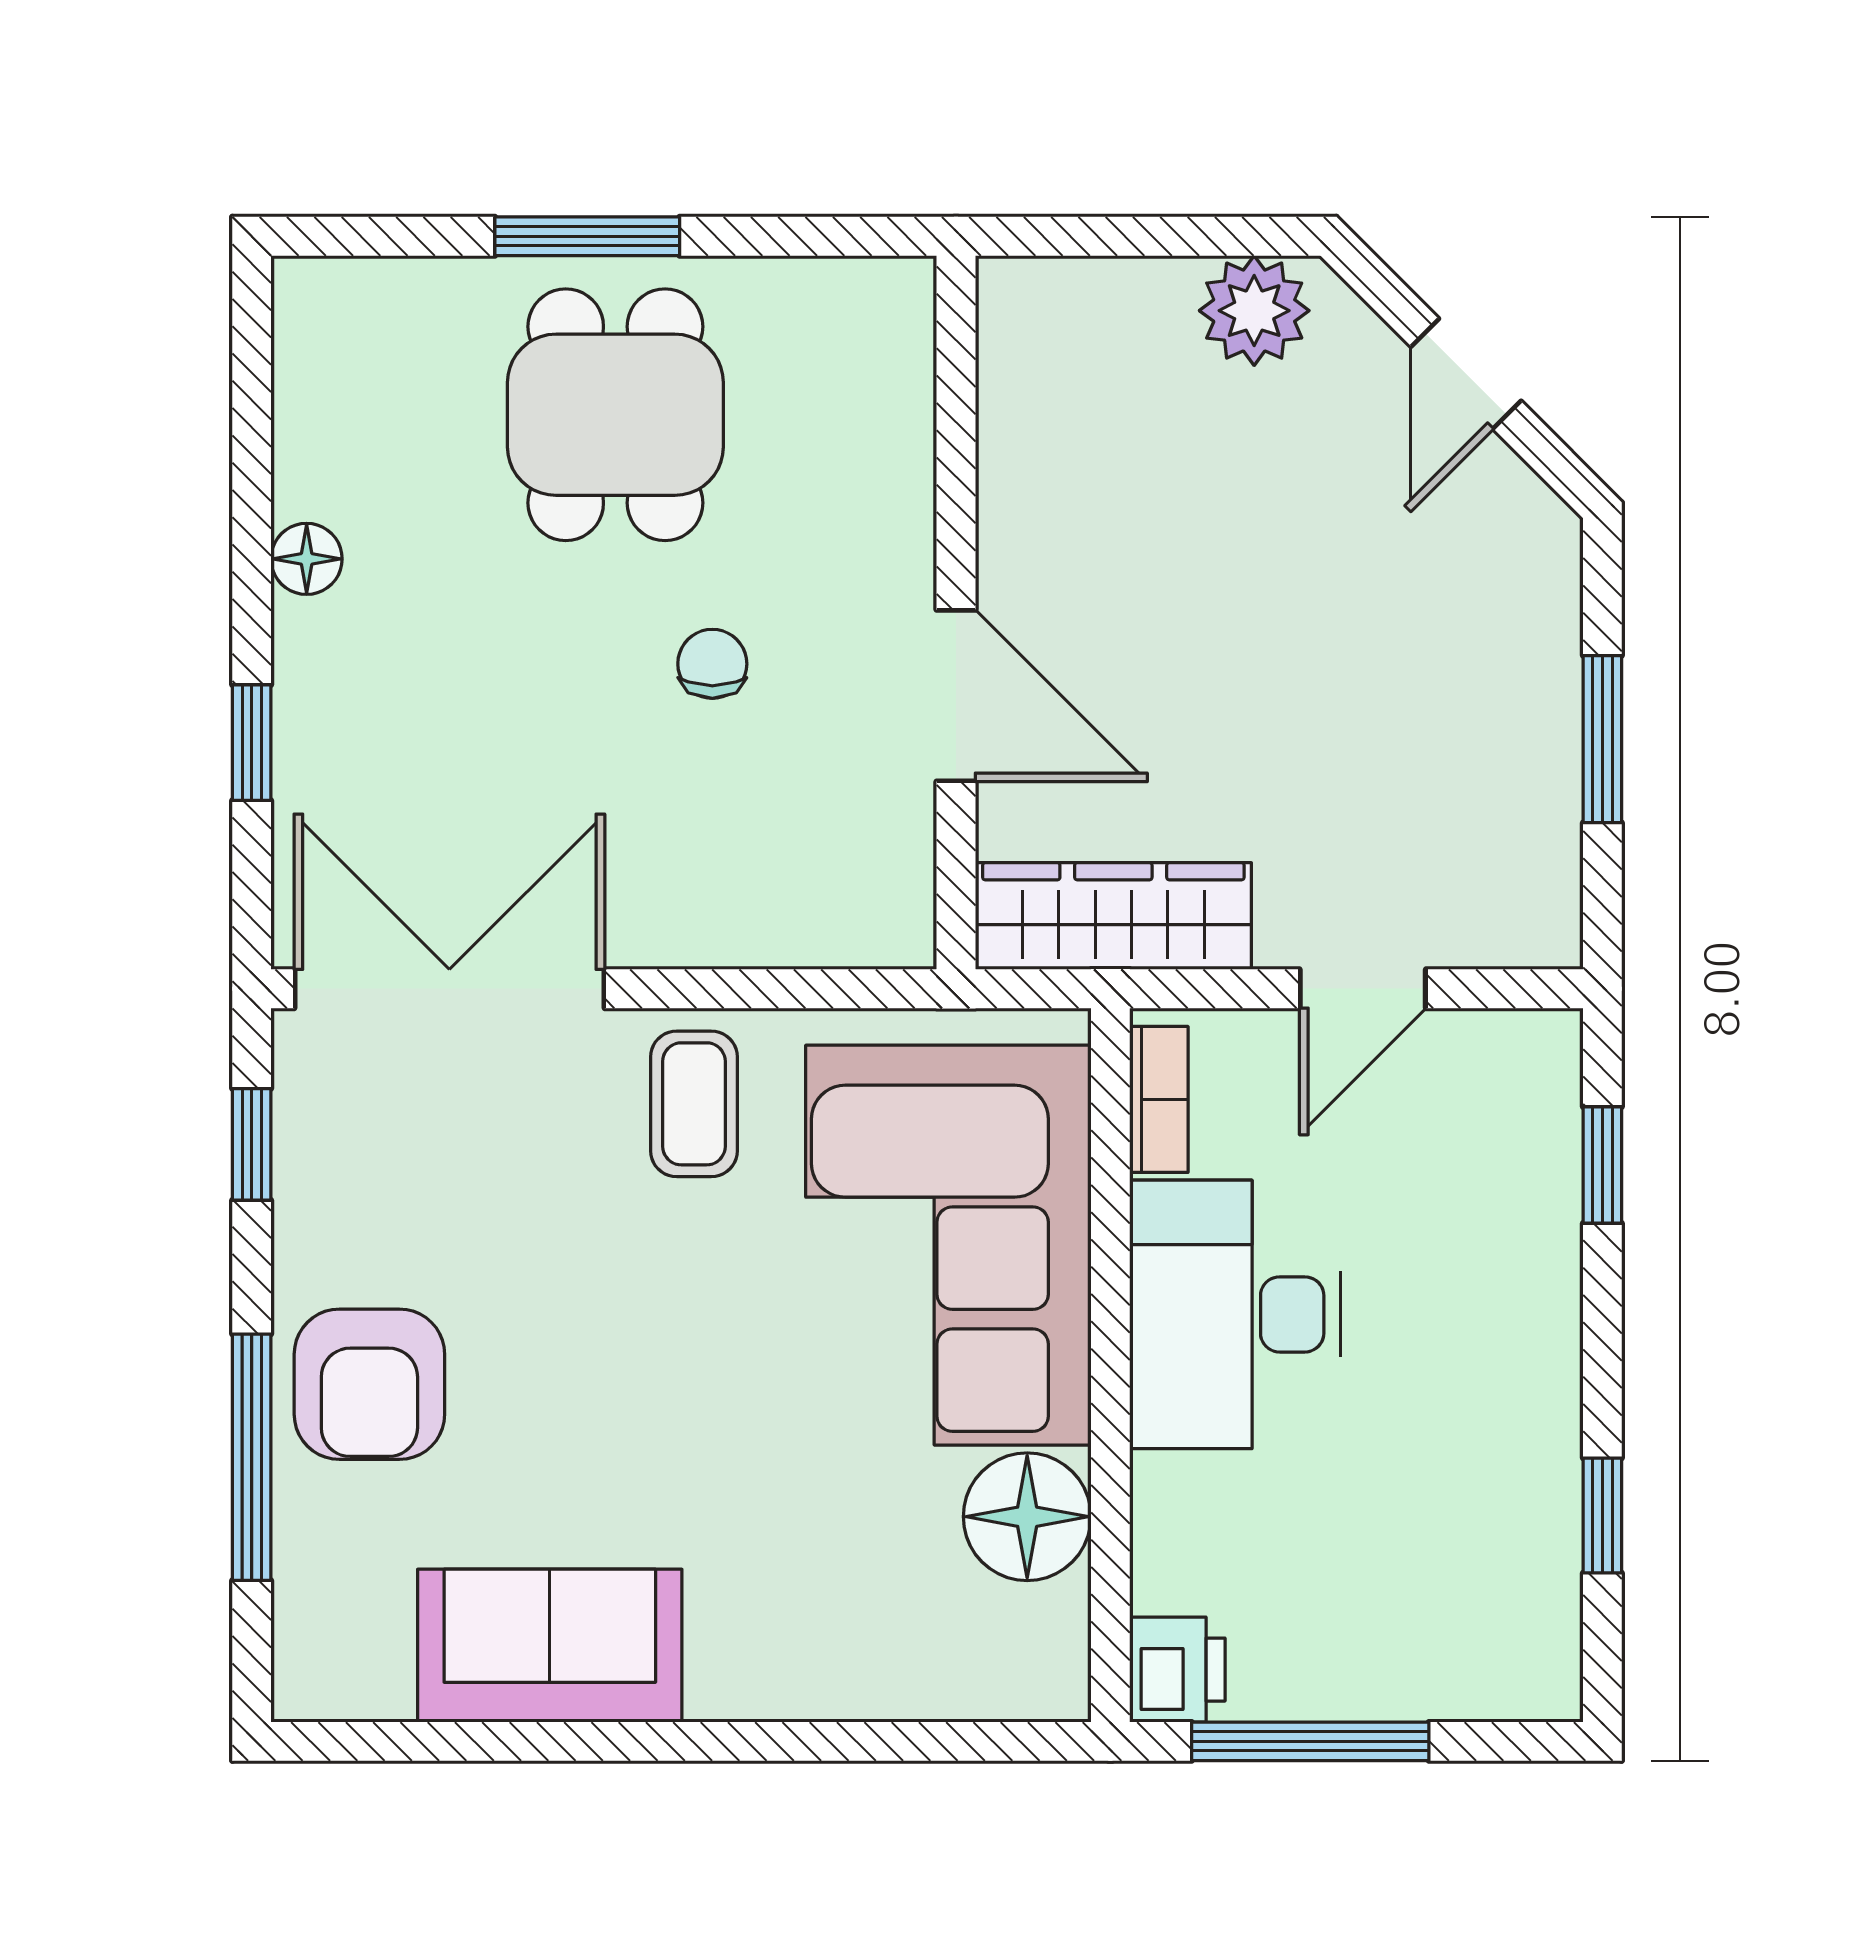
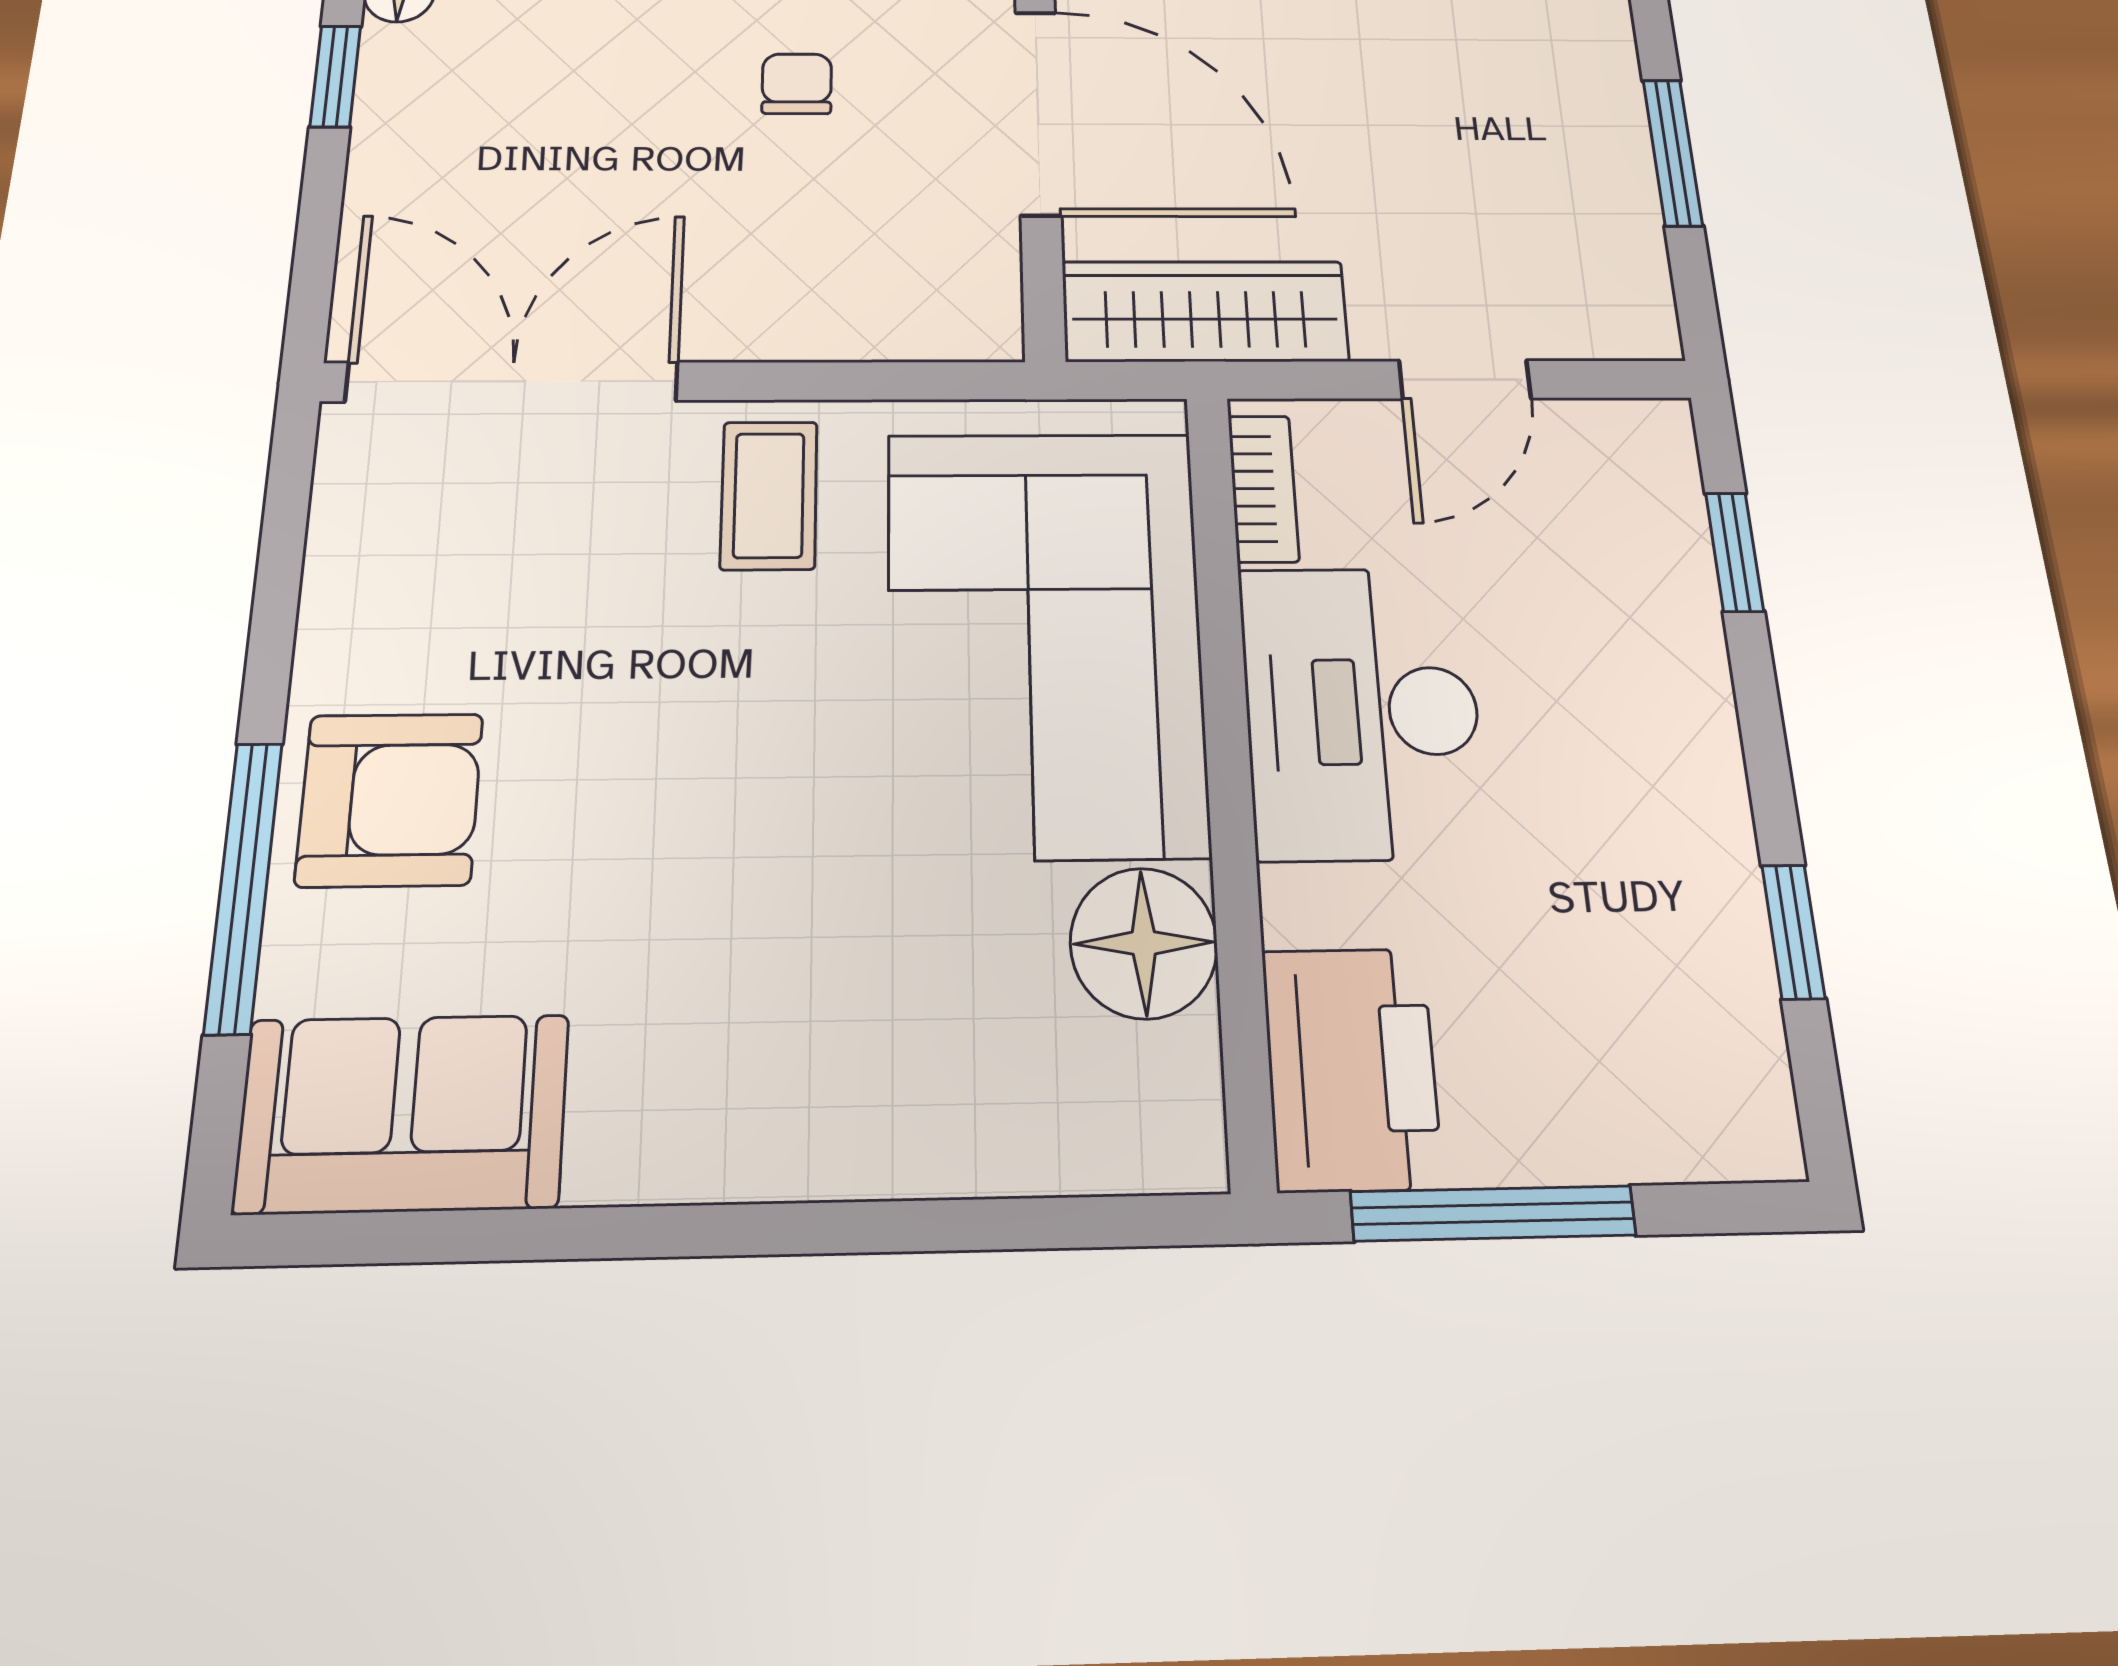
door: (956, 696) -> (1038, 112), width x1.36
window: (252, 743) -> (335, 76), moved
window: (252, 1144) -> (283, 539), removed
armchair: (369, 1384) -> (390, 800), turned -90
sofa: (550, 1646) -> (403, 1113), moved
printer: (1177, 1670) -> (1351, 1068), width x1.87, depth x1.48

